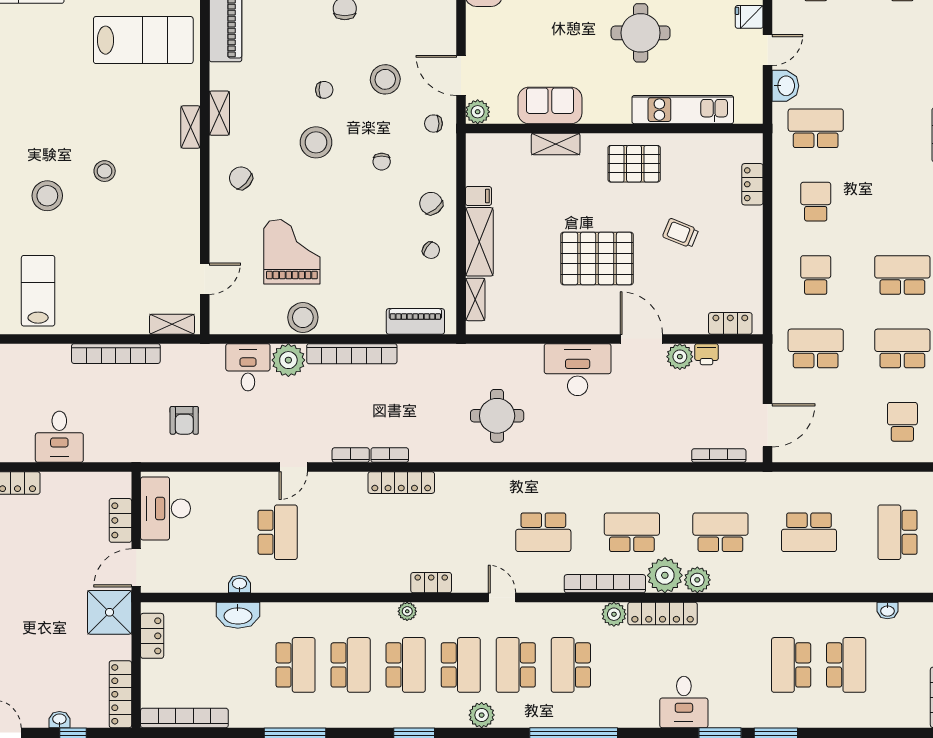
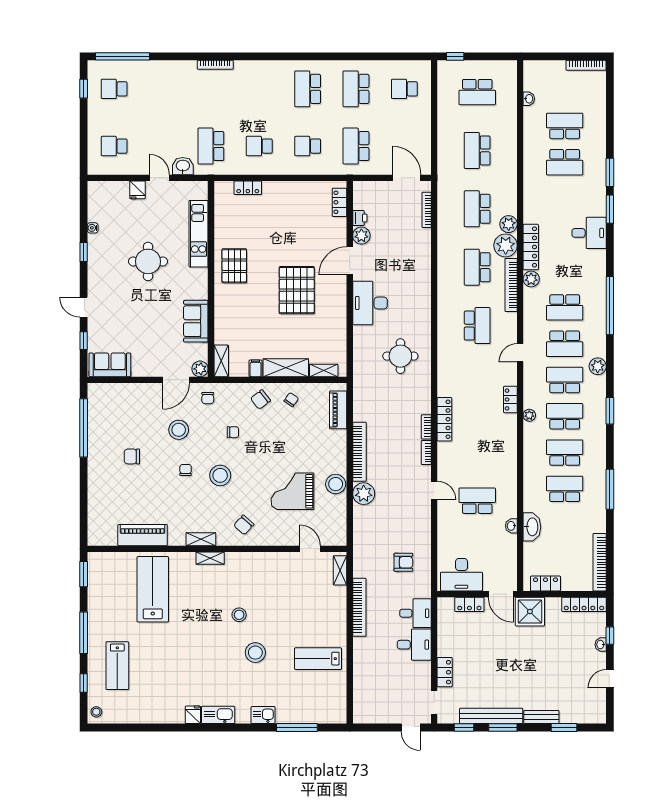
shelving: (556, 144) -> (221, 361), moved
trolley: (681, 233) -> (280, 235), removed
desk: (248, 367) -> (416, 613), moved, turned 180
school desk: (809, 532) -> (477, 150), turned 180

